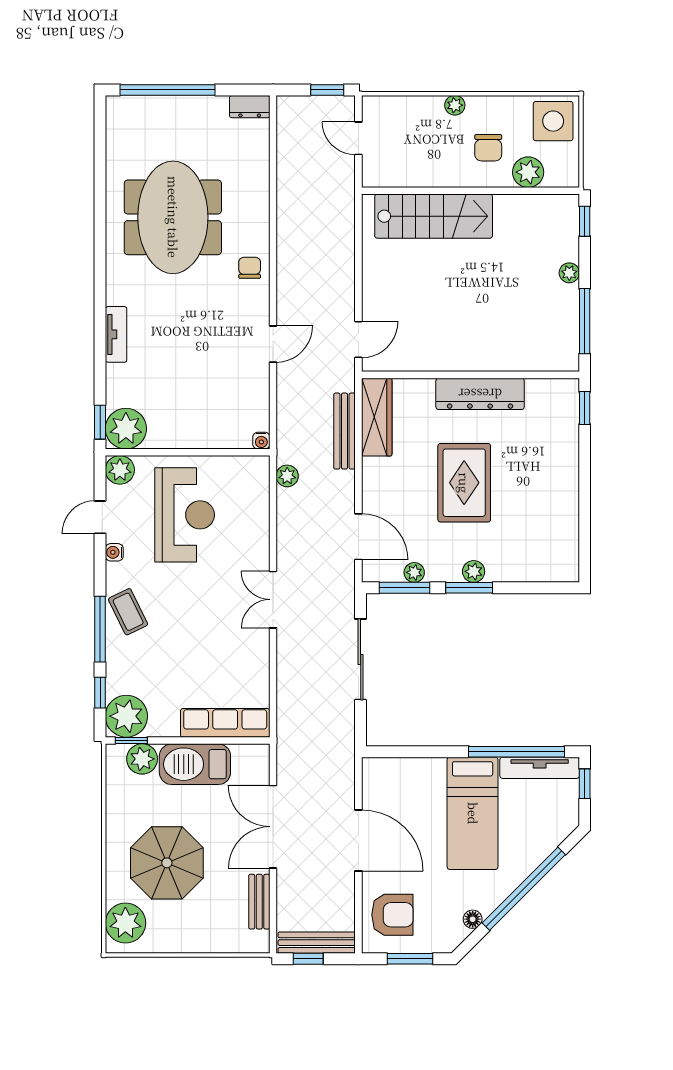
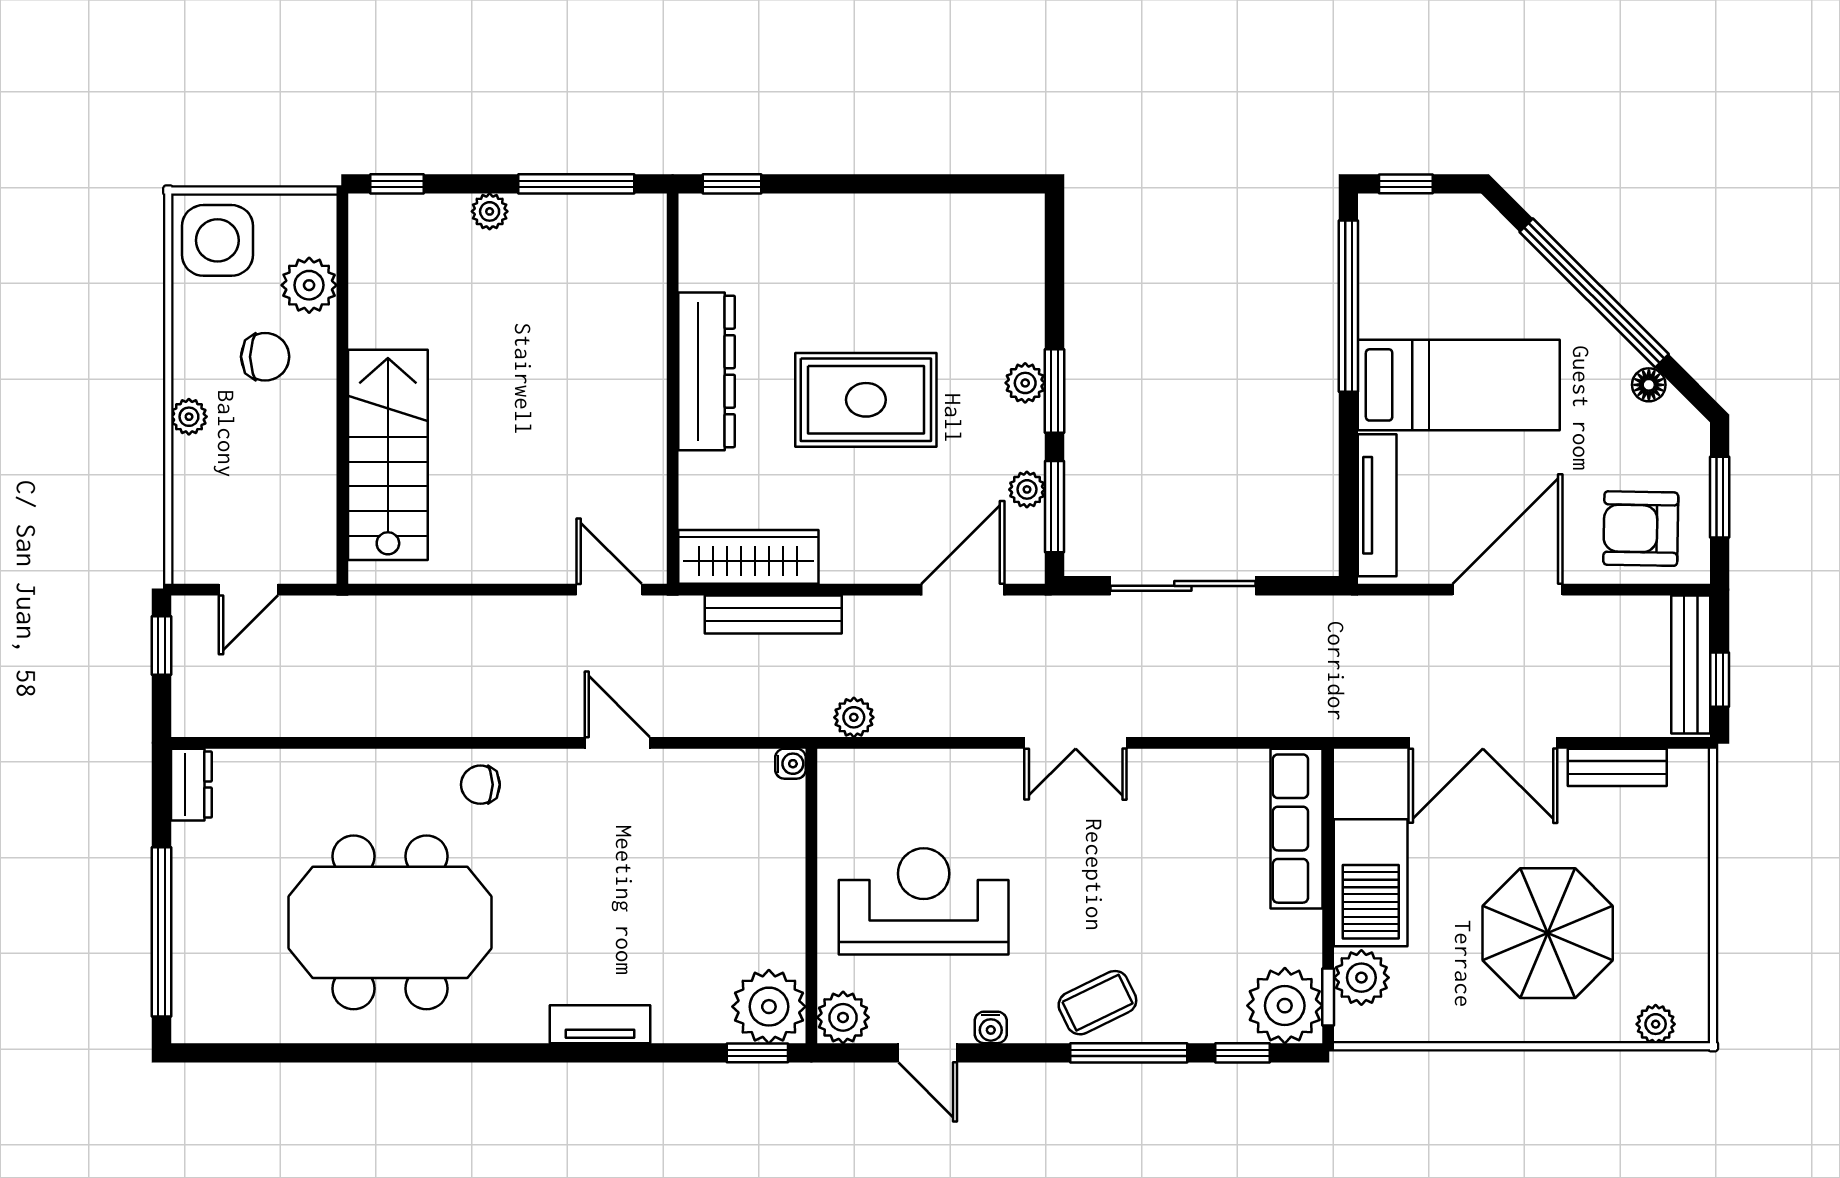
tv unit: (540, 768) -> (1377, 505), moved
armchair: (392, 915) -> (1641, 529), turned -89
plant: (125, 923) -> (1656, 1024), width x0.53, depth x0.53

